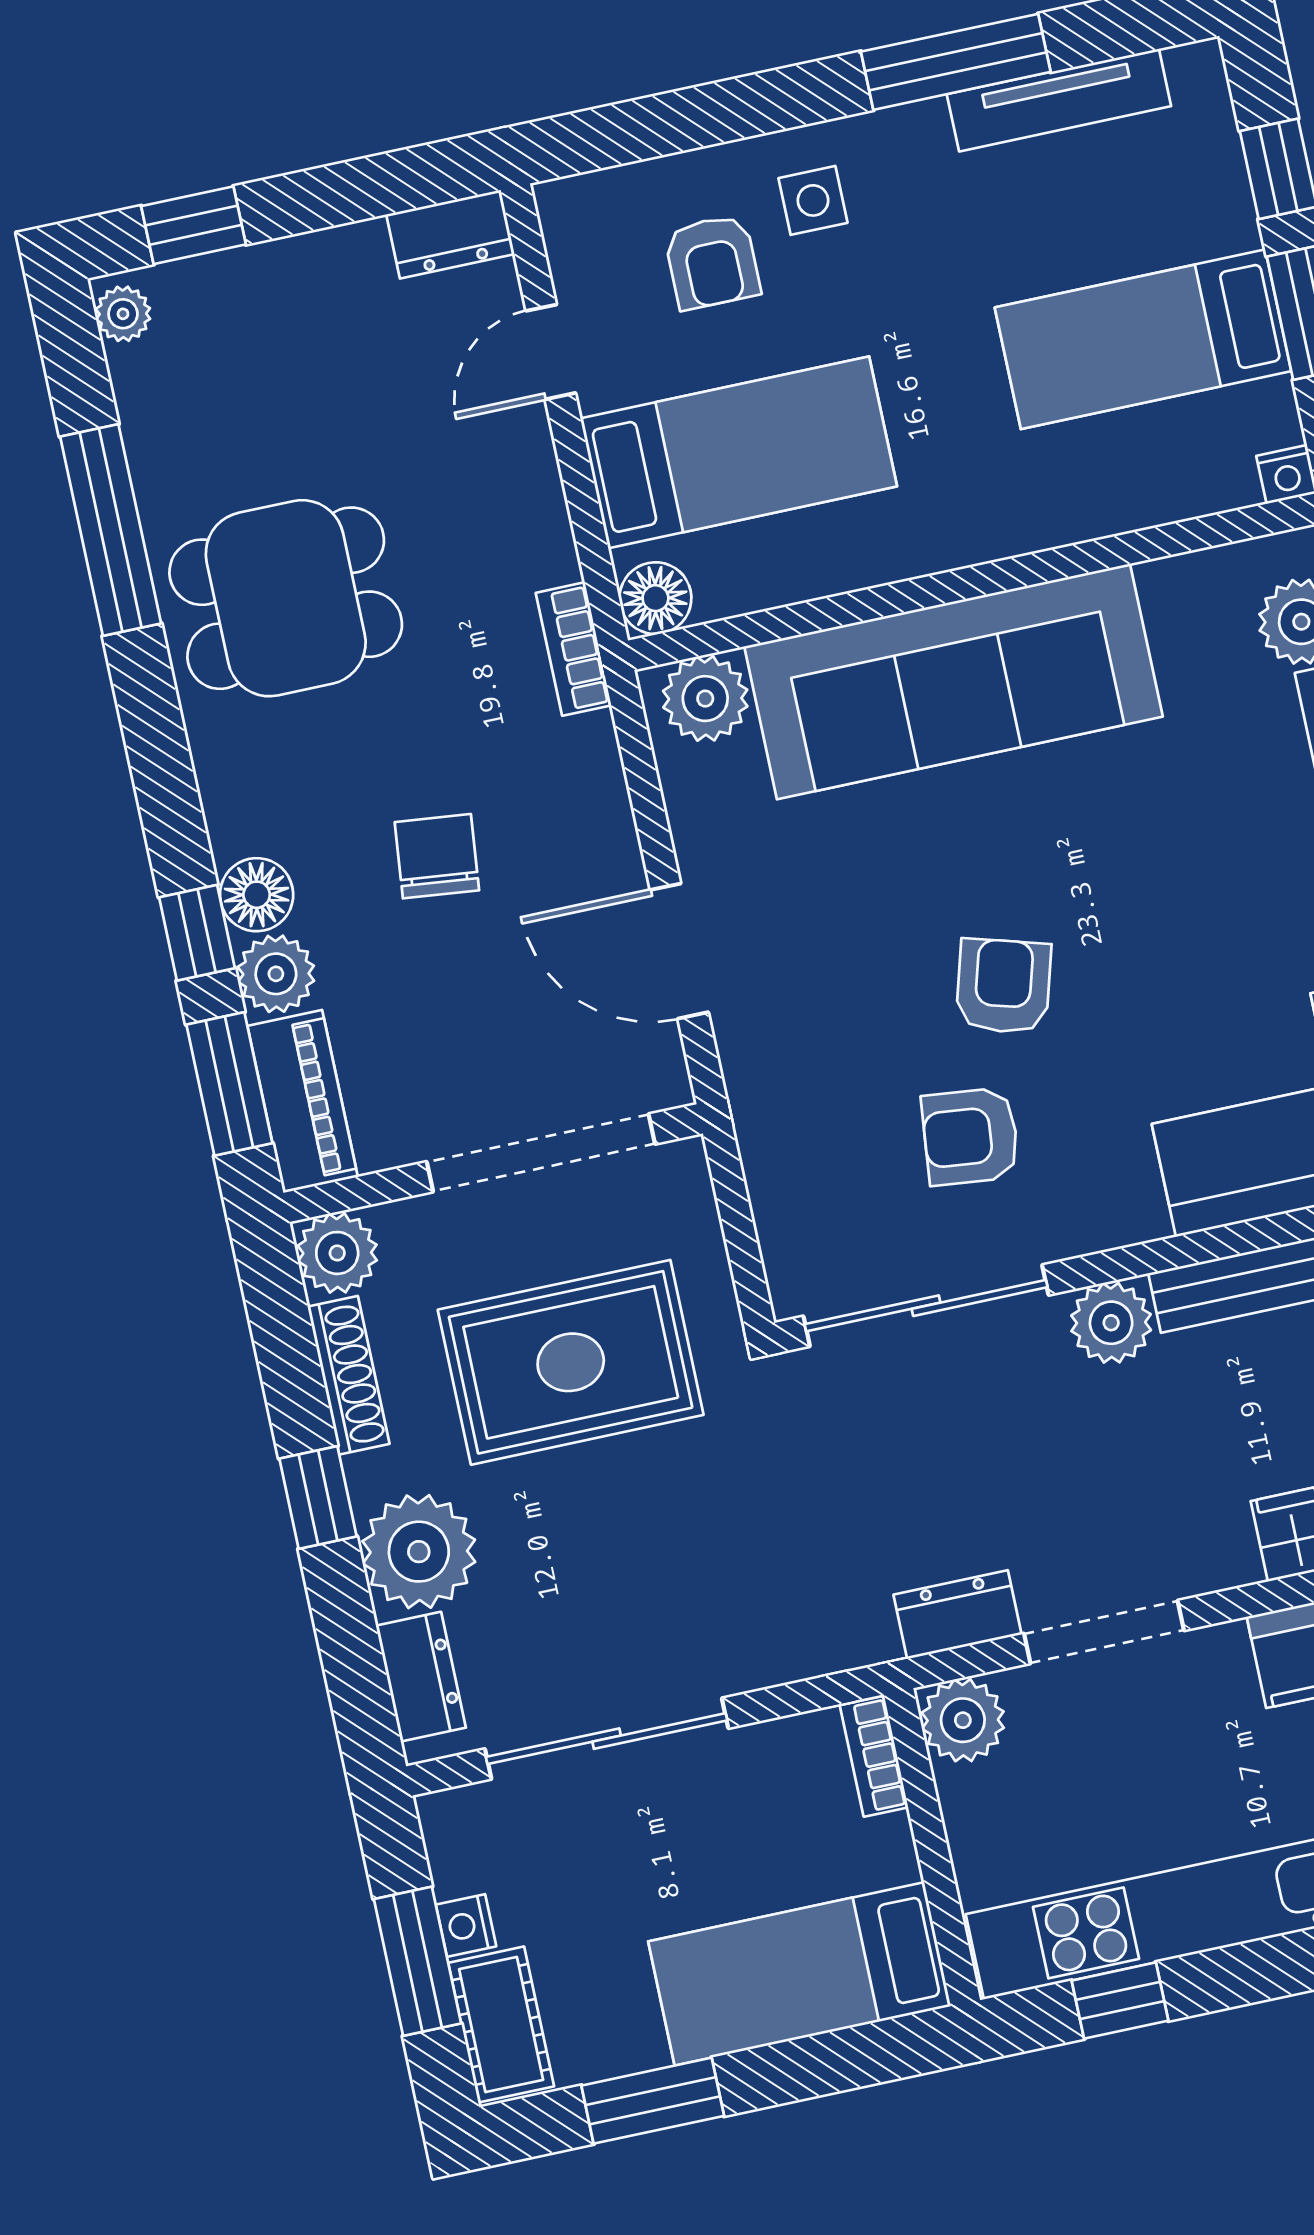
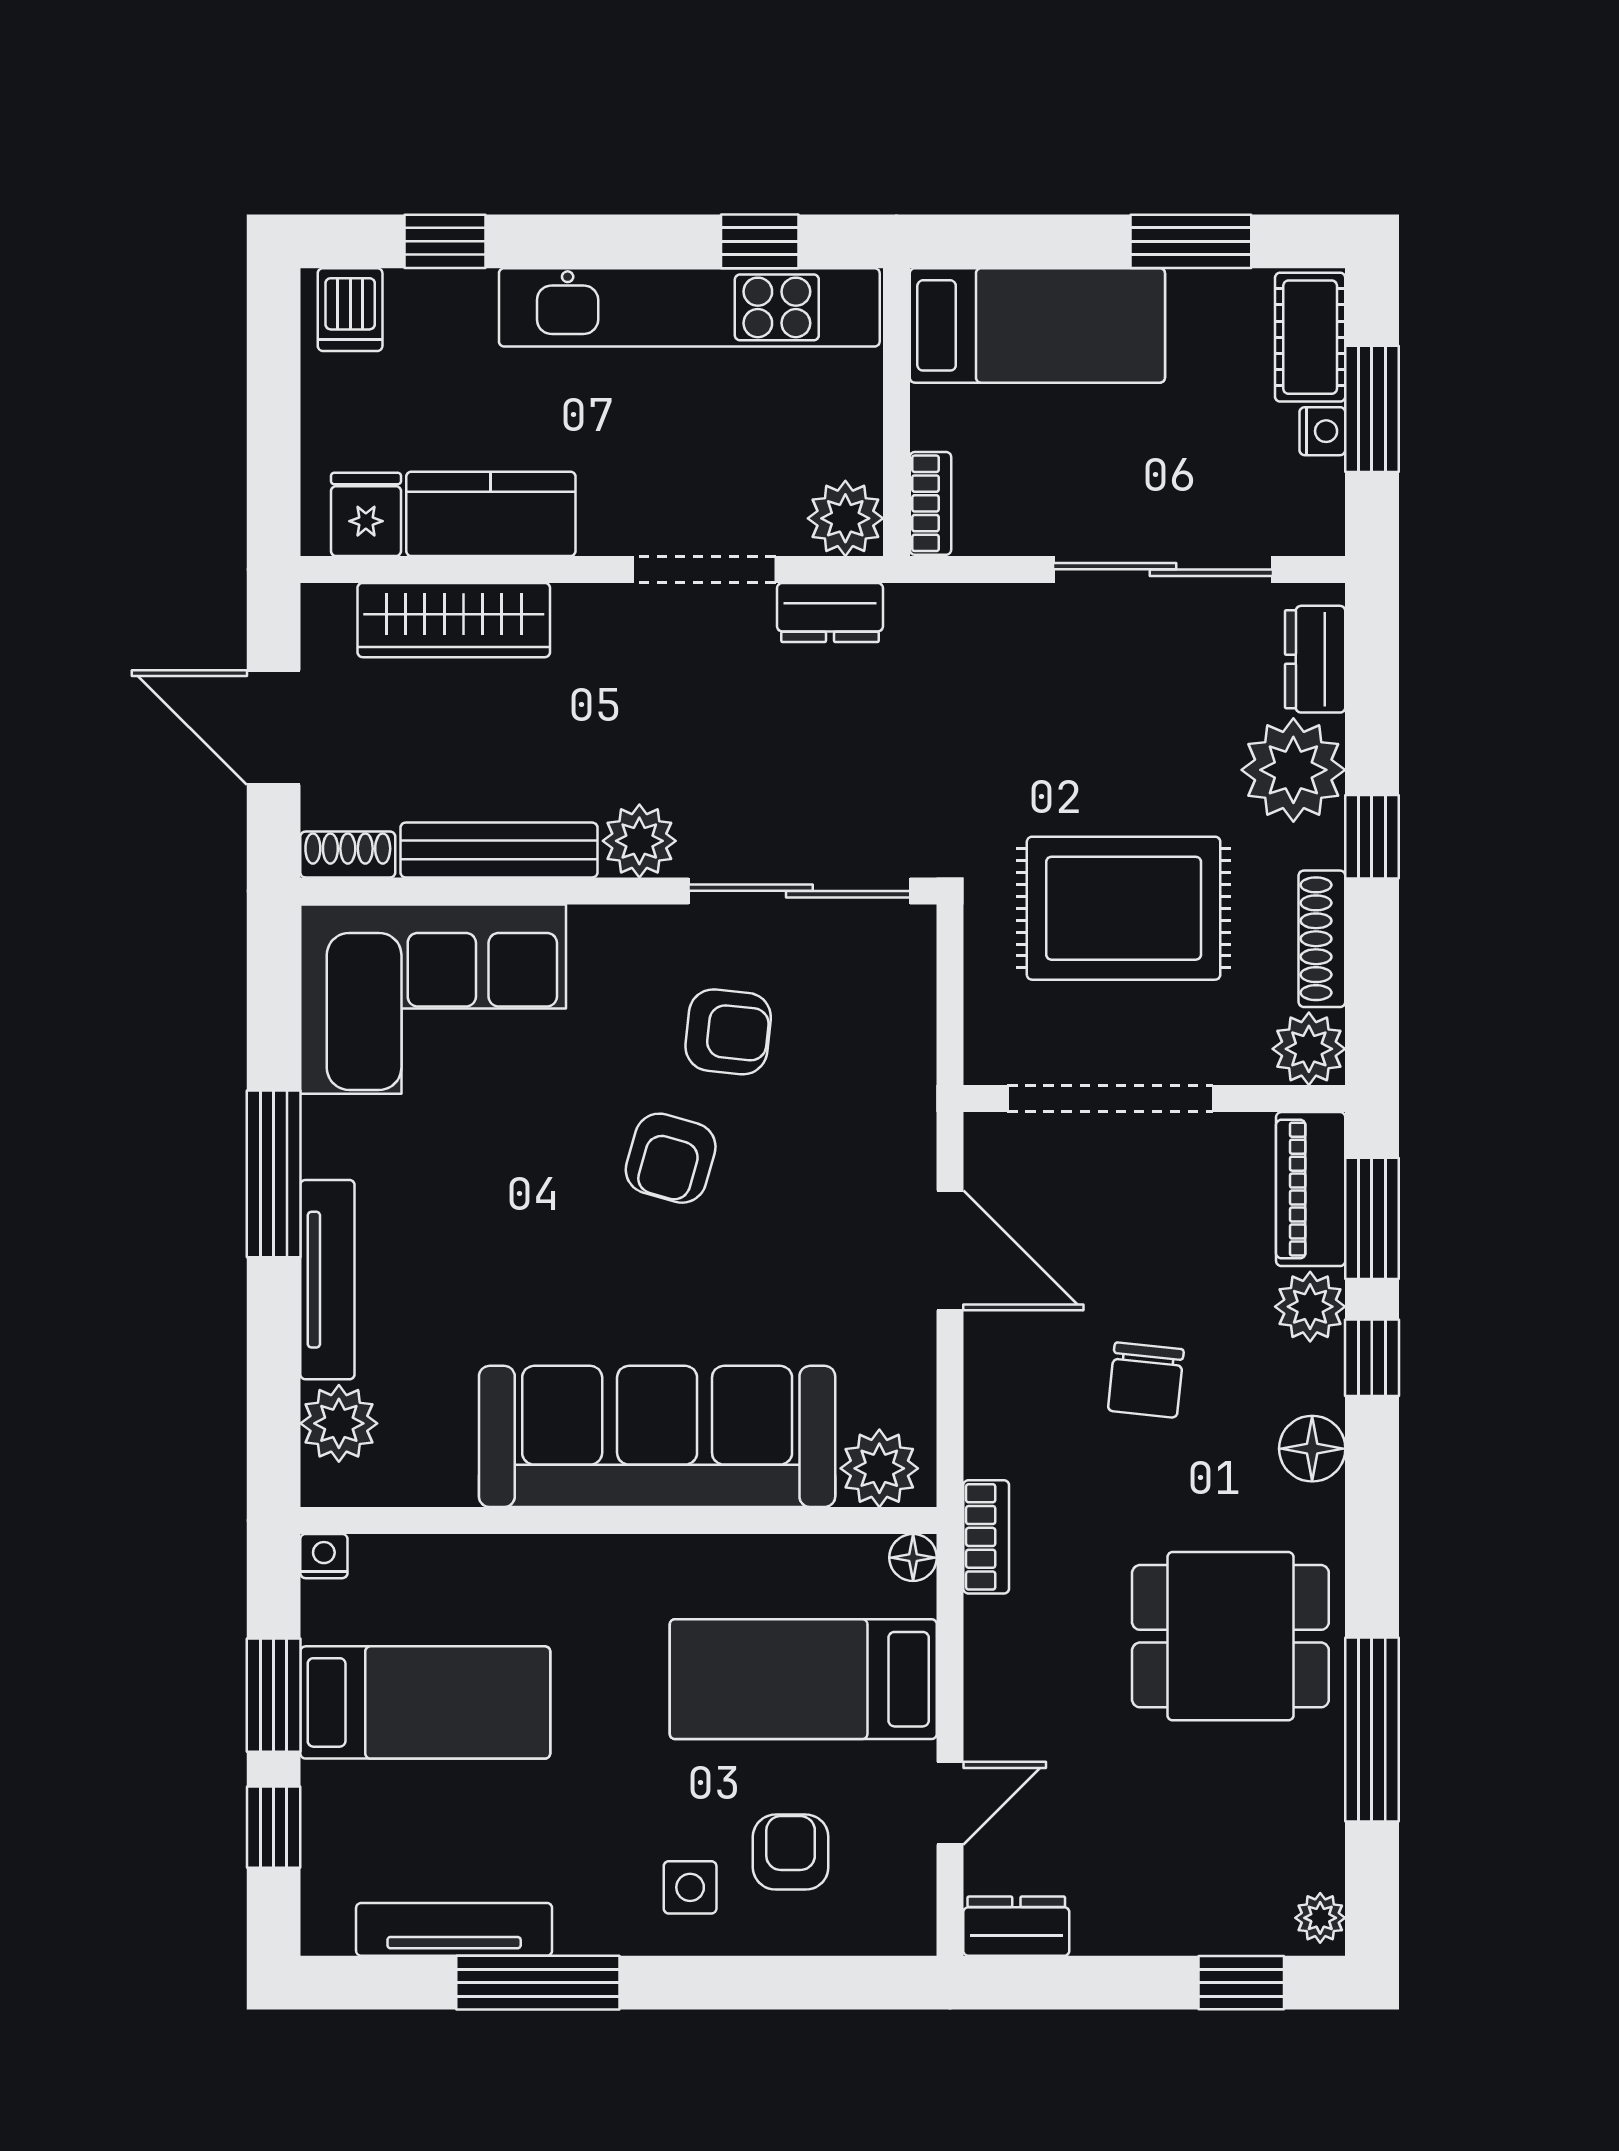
floor lamp: (655, 598) -> (913, 1558), width x0.73, depth x0.73
floor lamp: (257, 895) -> (1312, 1449), moved

